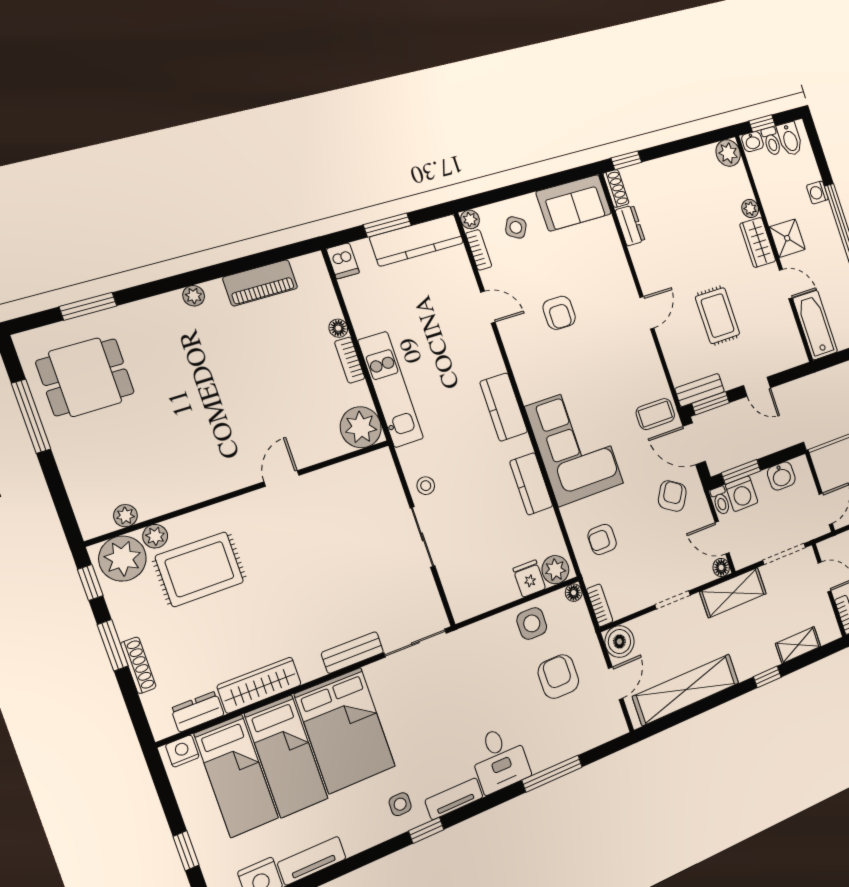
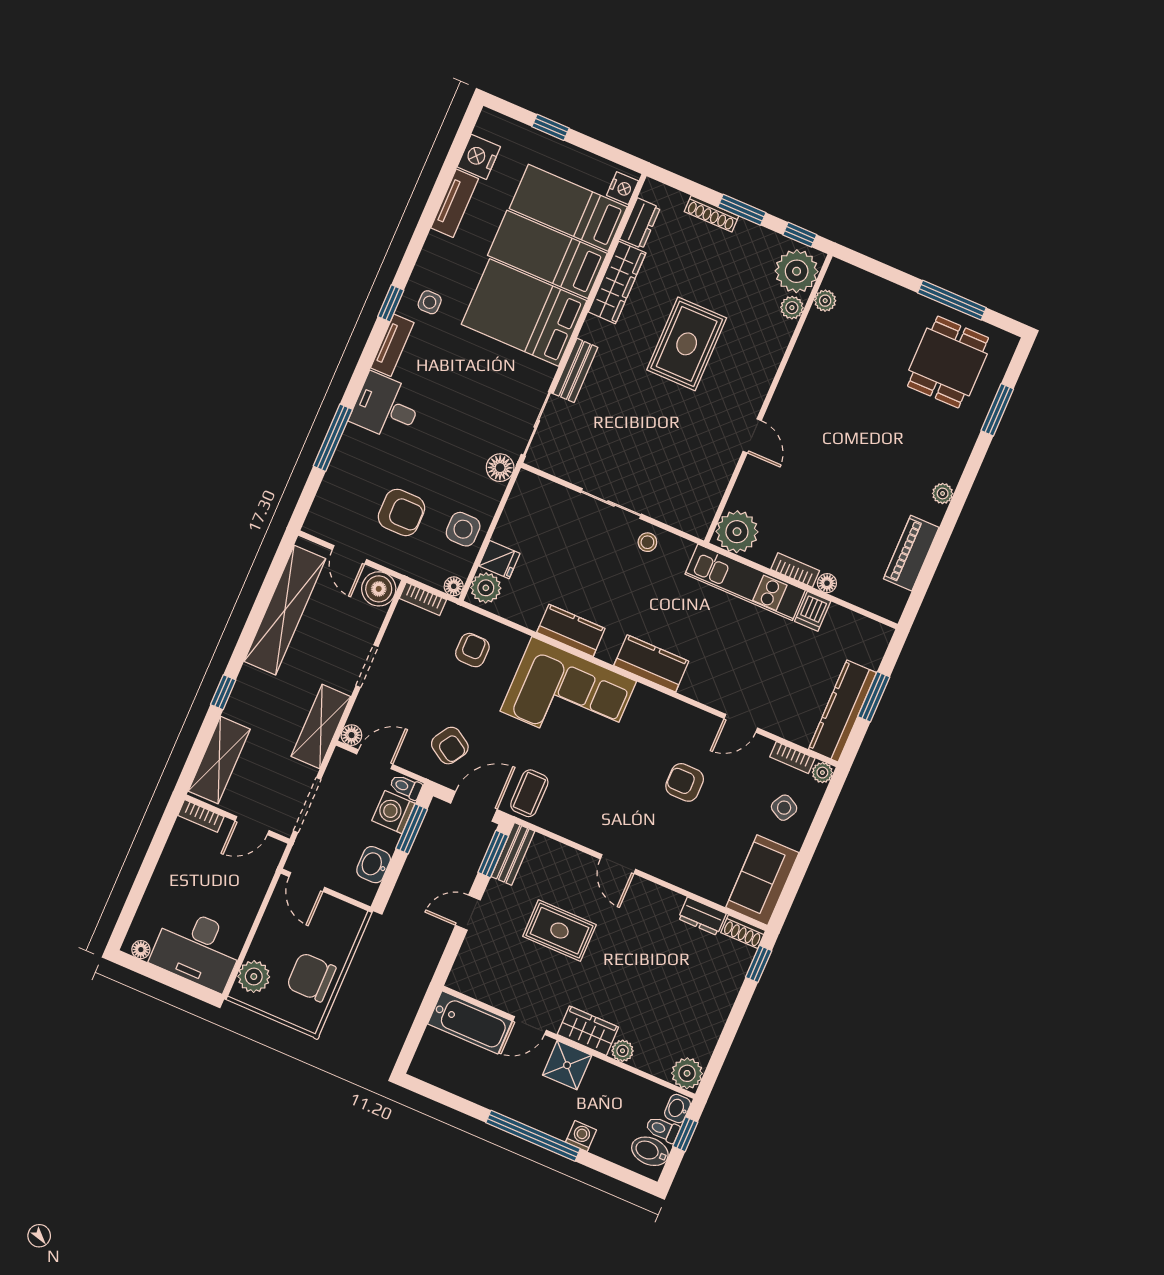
dishwasher: (343, 261) -> (813, 611), moved, turned -90
rug: (200, 569) -> (687, 344), moved
floor lamp: (468, 639) -> (500, 468), added
shelving: (798, 645) -> (219, 760), width x1.50, depth x1.33

